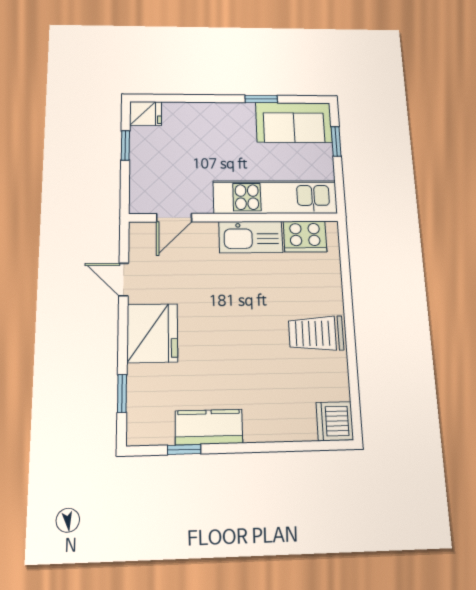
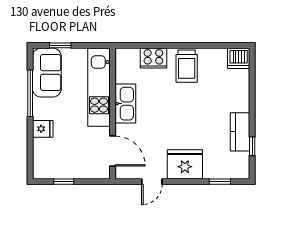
window: (261, 99) -> (30, 93), width x2.17
fridge: (146, 113) -> (43, 129), moved, turned 90
door: (174, 218) -> (113, 151), width x1.38
cooker: (305, 236) -> (153, 58), moved, turned 90

